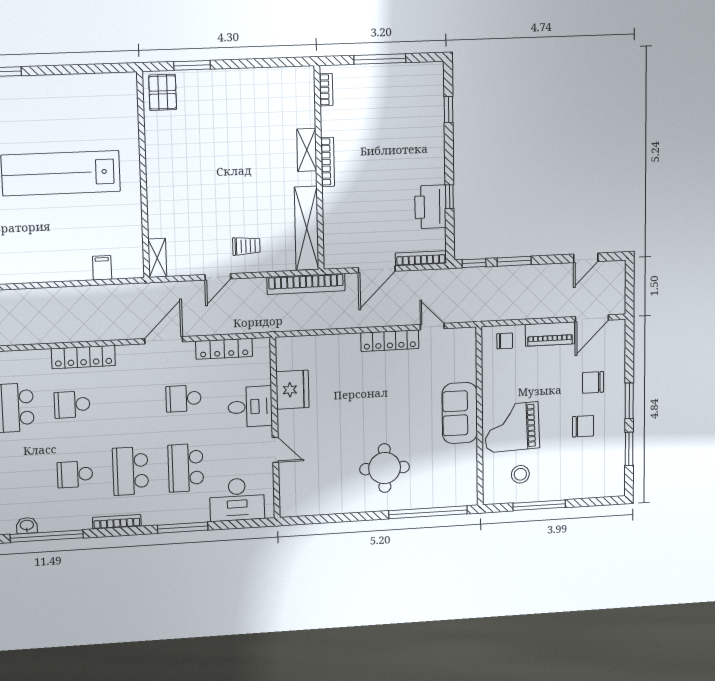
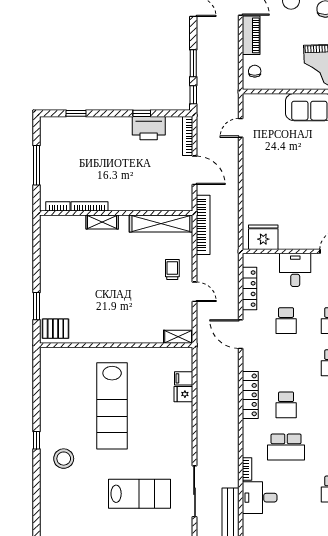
bookcase: (328, 162) -> (89, 206), moved
fridge: (81, 268) -> (183, 394), added
locker: (390, 341) -> (250, 161), removed
fridge: (292, 390) -> (263, 237), moved

